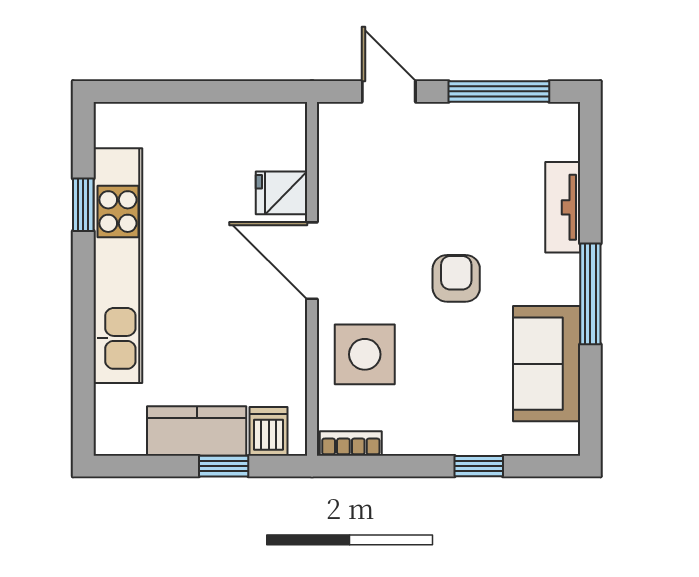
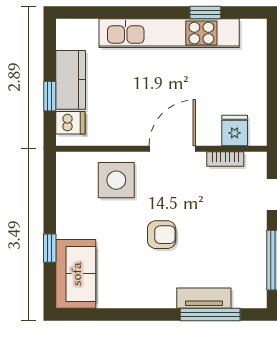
fridge: (281, 193) -> (235, 130), moved
window: (590, 294) -> (210, 315), moved
sofa: (547, 364) -> (76, 274), moved, turned 90
bookcase: (351, 443) -> (225, 159), moved, turned 90

